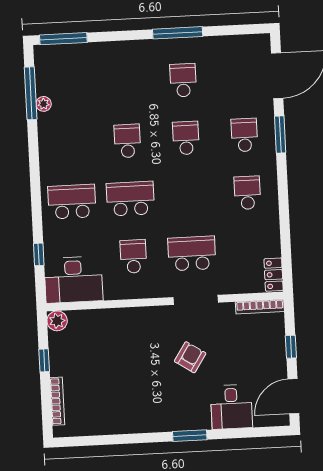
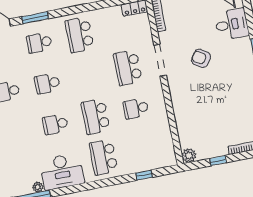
school desk: (247, 193) -> (80, 35), width x1.85
desk: (73, 280) -> (62, 172), moved, turned 90

